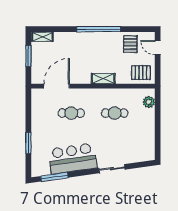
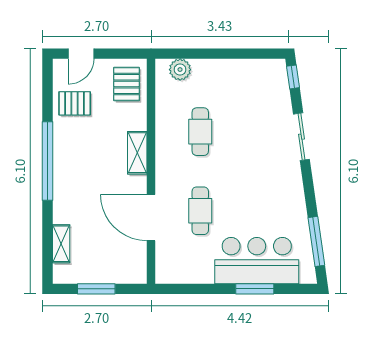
shelving: (42, 37) -> (61, 244), moved
door: (57, 86) -> (151, 218), moved
bar counter: (73, 159) -> (257, 261), moved, turned 98
window: (145, 164) -> (293, 77), added

